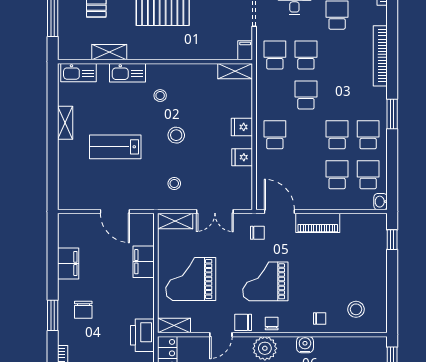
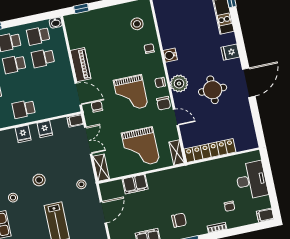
stool: (174, 184) -> (81, 184), moved
filing cabinet: (245, 200) -> (75, 121), added
door: (279, 211) -> (78, 94), swing flipped
printer: (142, 335) -> (188, 174), removed

